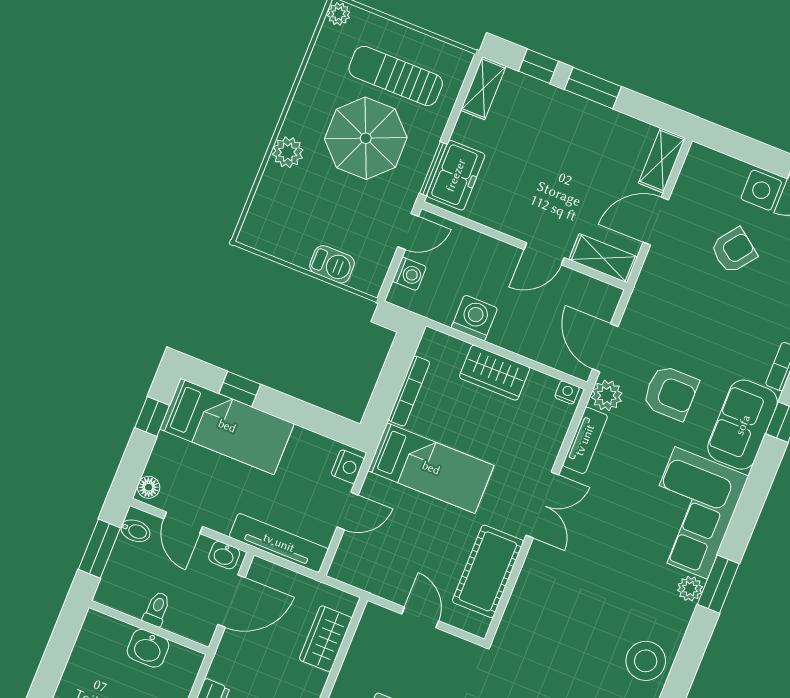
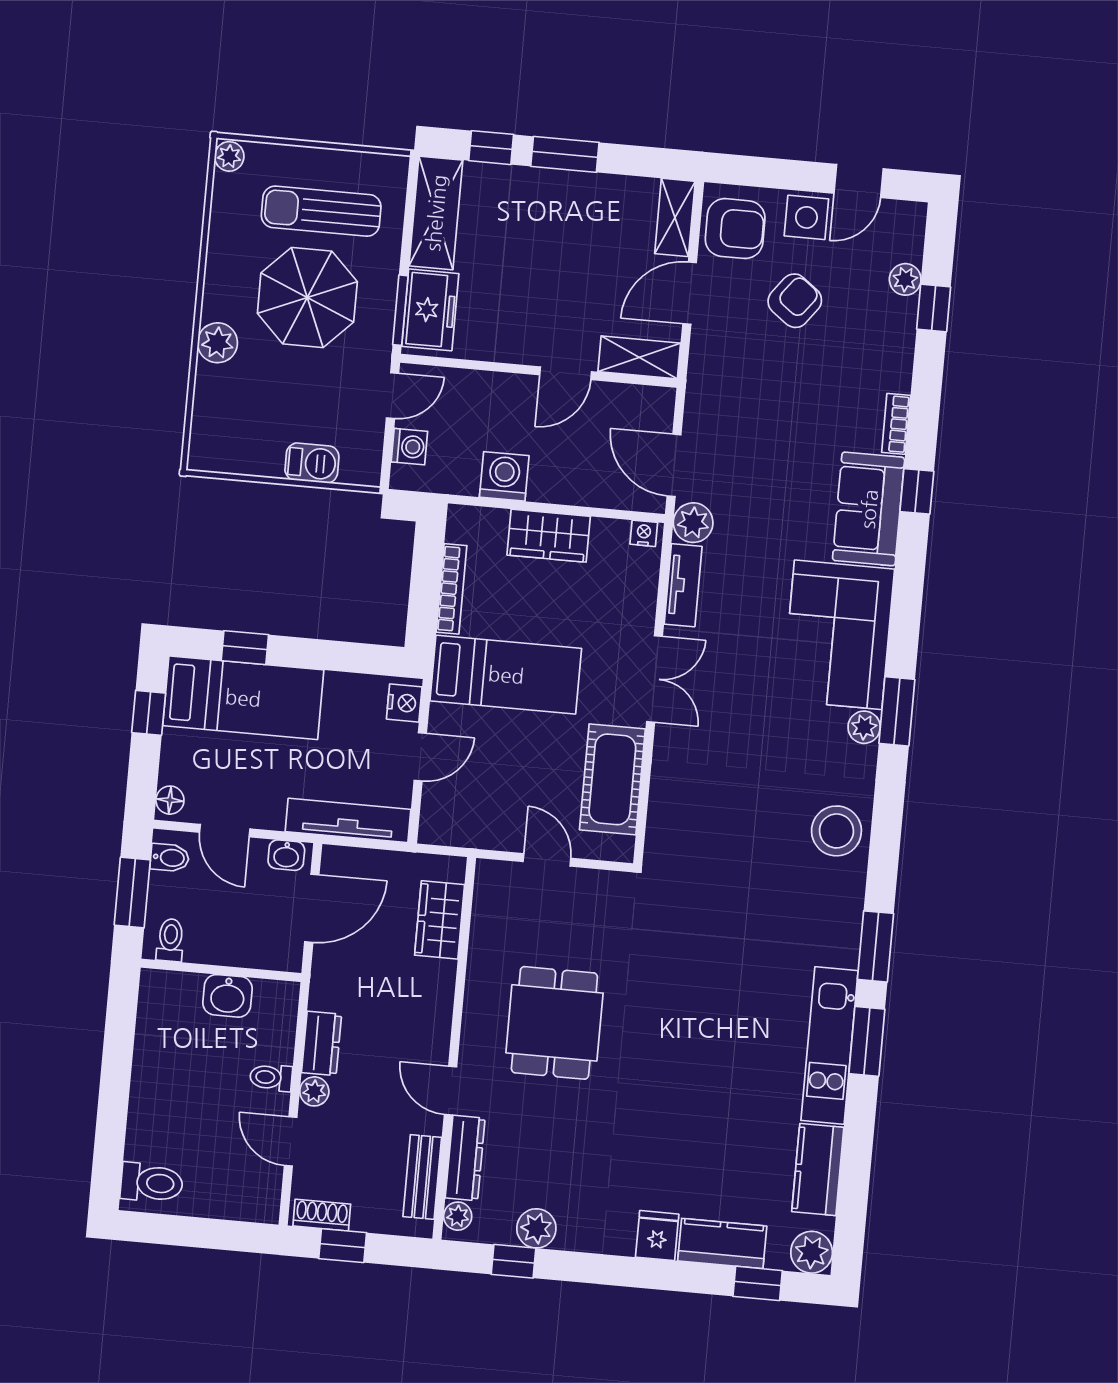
shelving: (483, 88) -> (436, 213), width x1.50, depth x1.33
armchair: (671, 393) -> (735, 229), moved
toilet: (157, 609) -> (170, 940), moved

